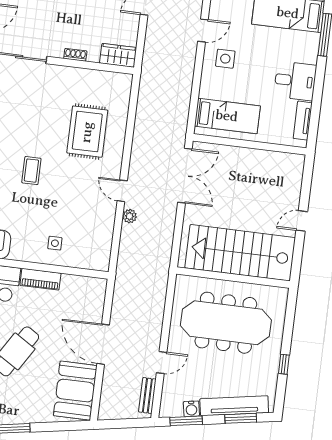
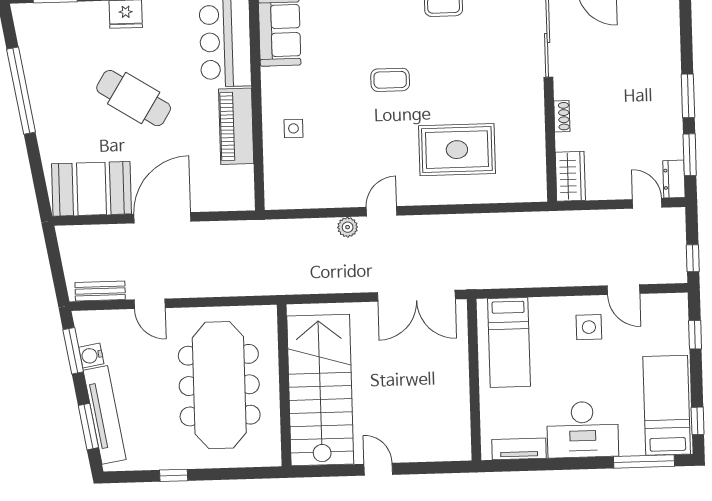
desk: (295, 81) -> (583, 430), width x1.37
piano: (40, 279) -> (236, 126), width x1.37, depth x1.33

